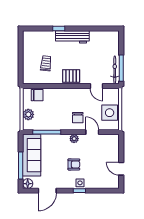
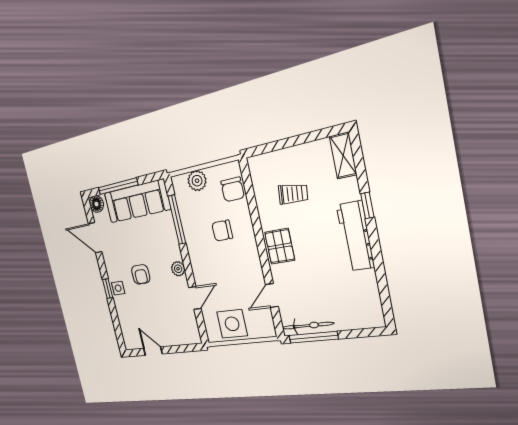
shelving: (33, 35) -> (343, 156), added
chair: (78, 118) -> (222, 231), moved
door: (121, 169) -> (153, 351), hinge flipped

